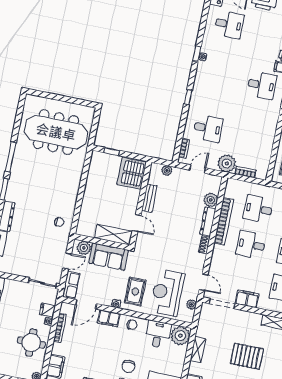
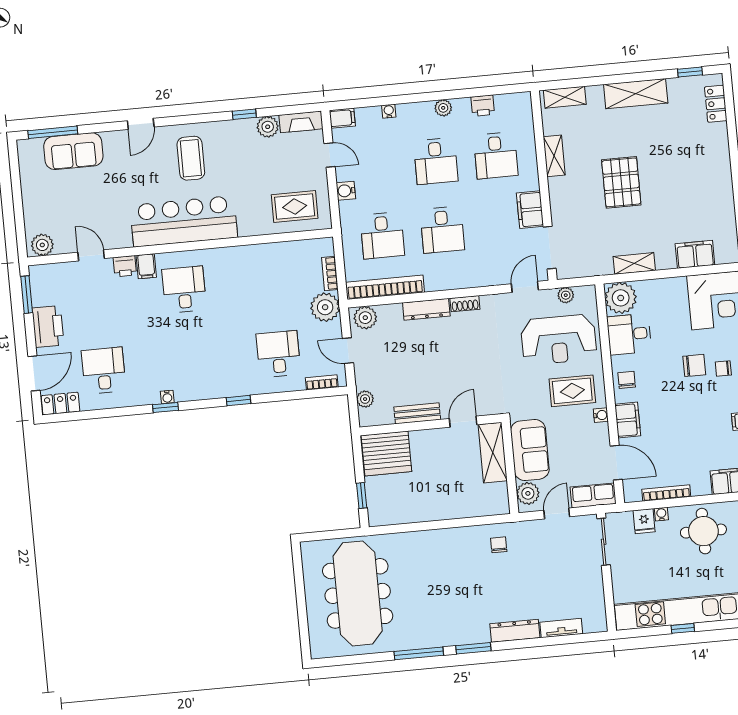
plant: (211, 200) -> (365, 318), moved
bookcase: (224, 221) -> (385, 287), moved
door: (67, 261) -> (557, 513), hinge flipped

